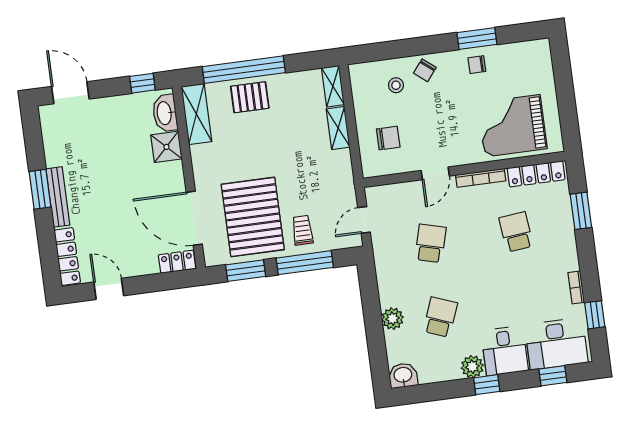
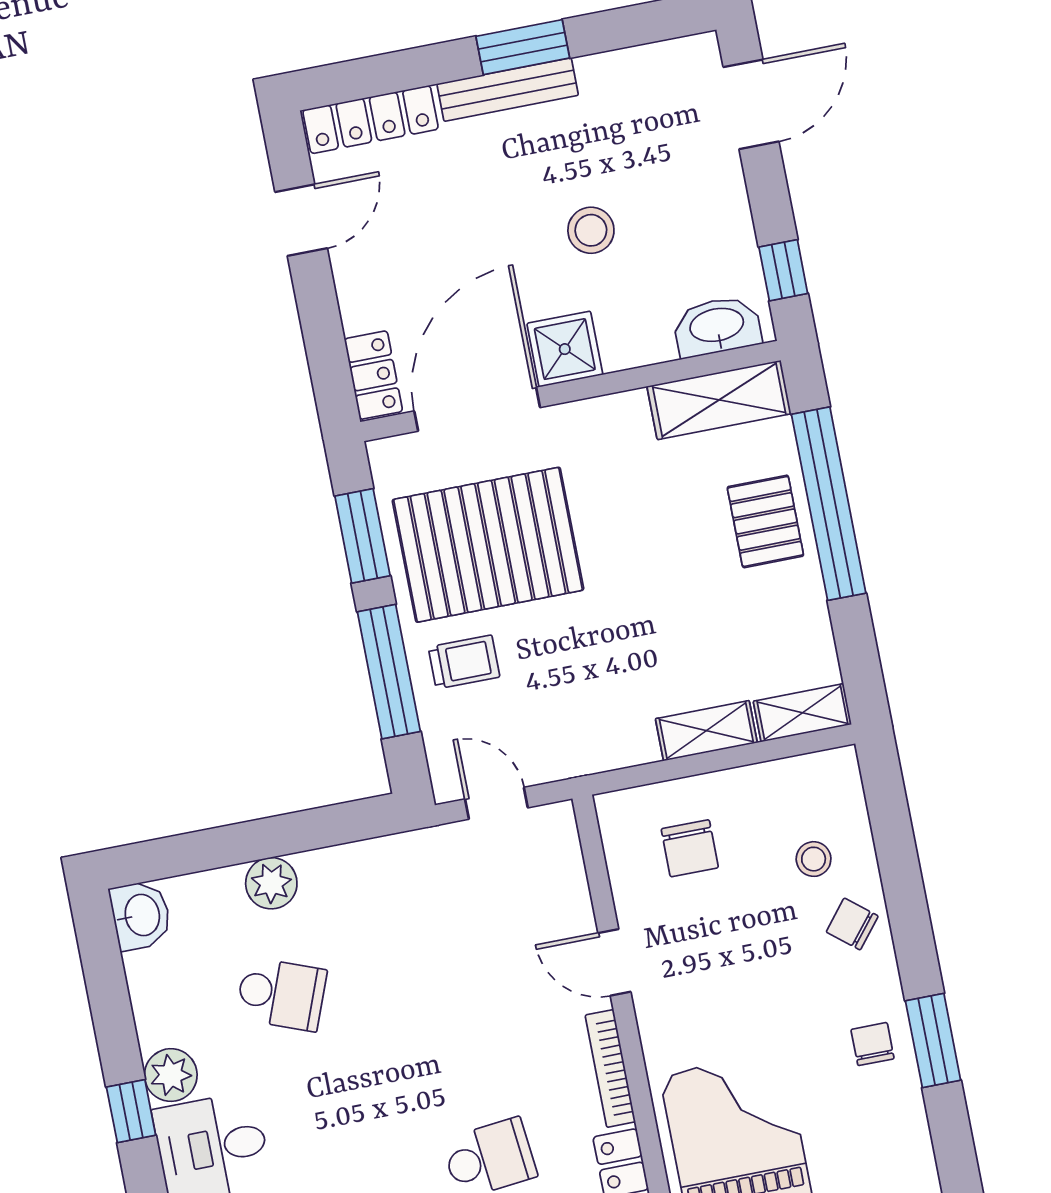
shower: (166, 147) -> (565, 349), moved
stool: (120, 165) -> (591, 230), added
school desk: (431, 243) -> (451, 961), removed

